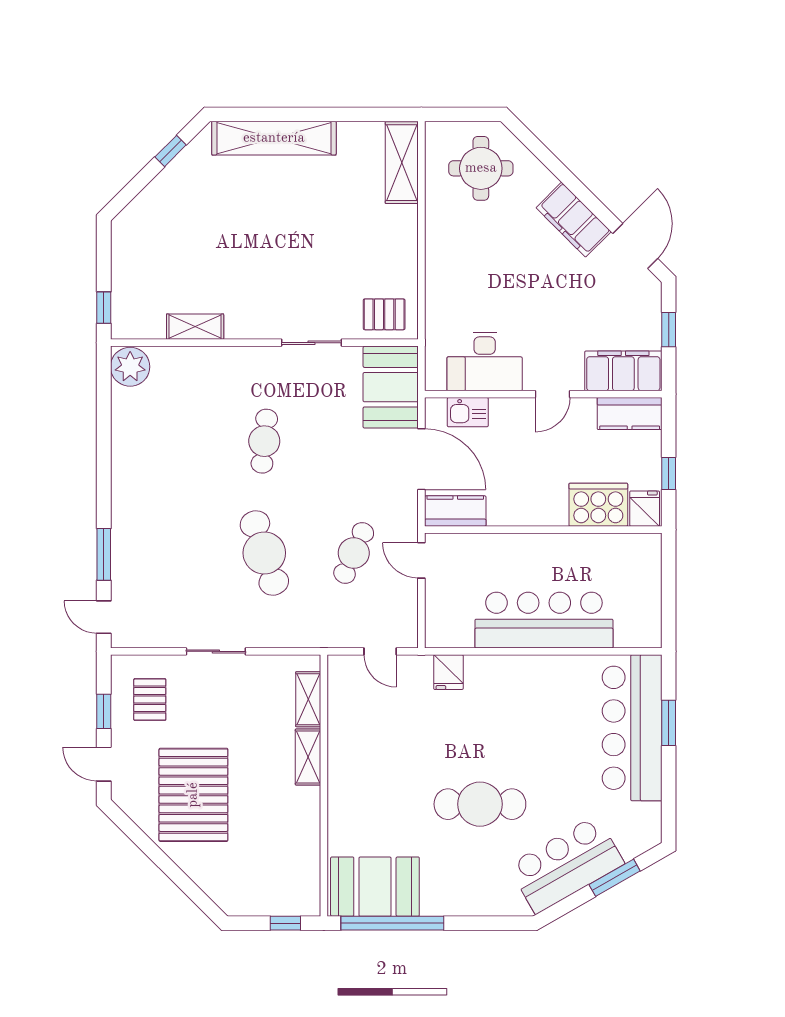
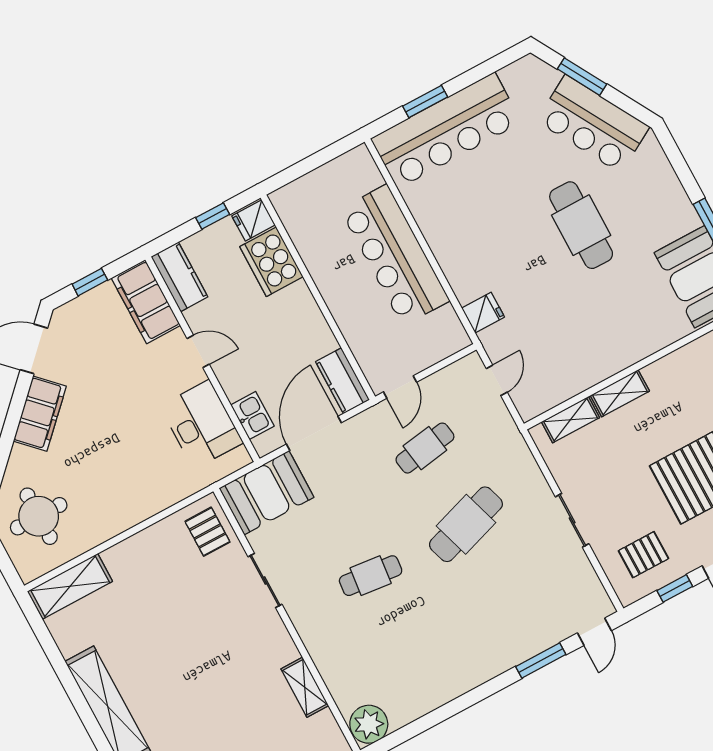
cafe table: (354, 553) -> (425, 448), turned -33

